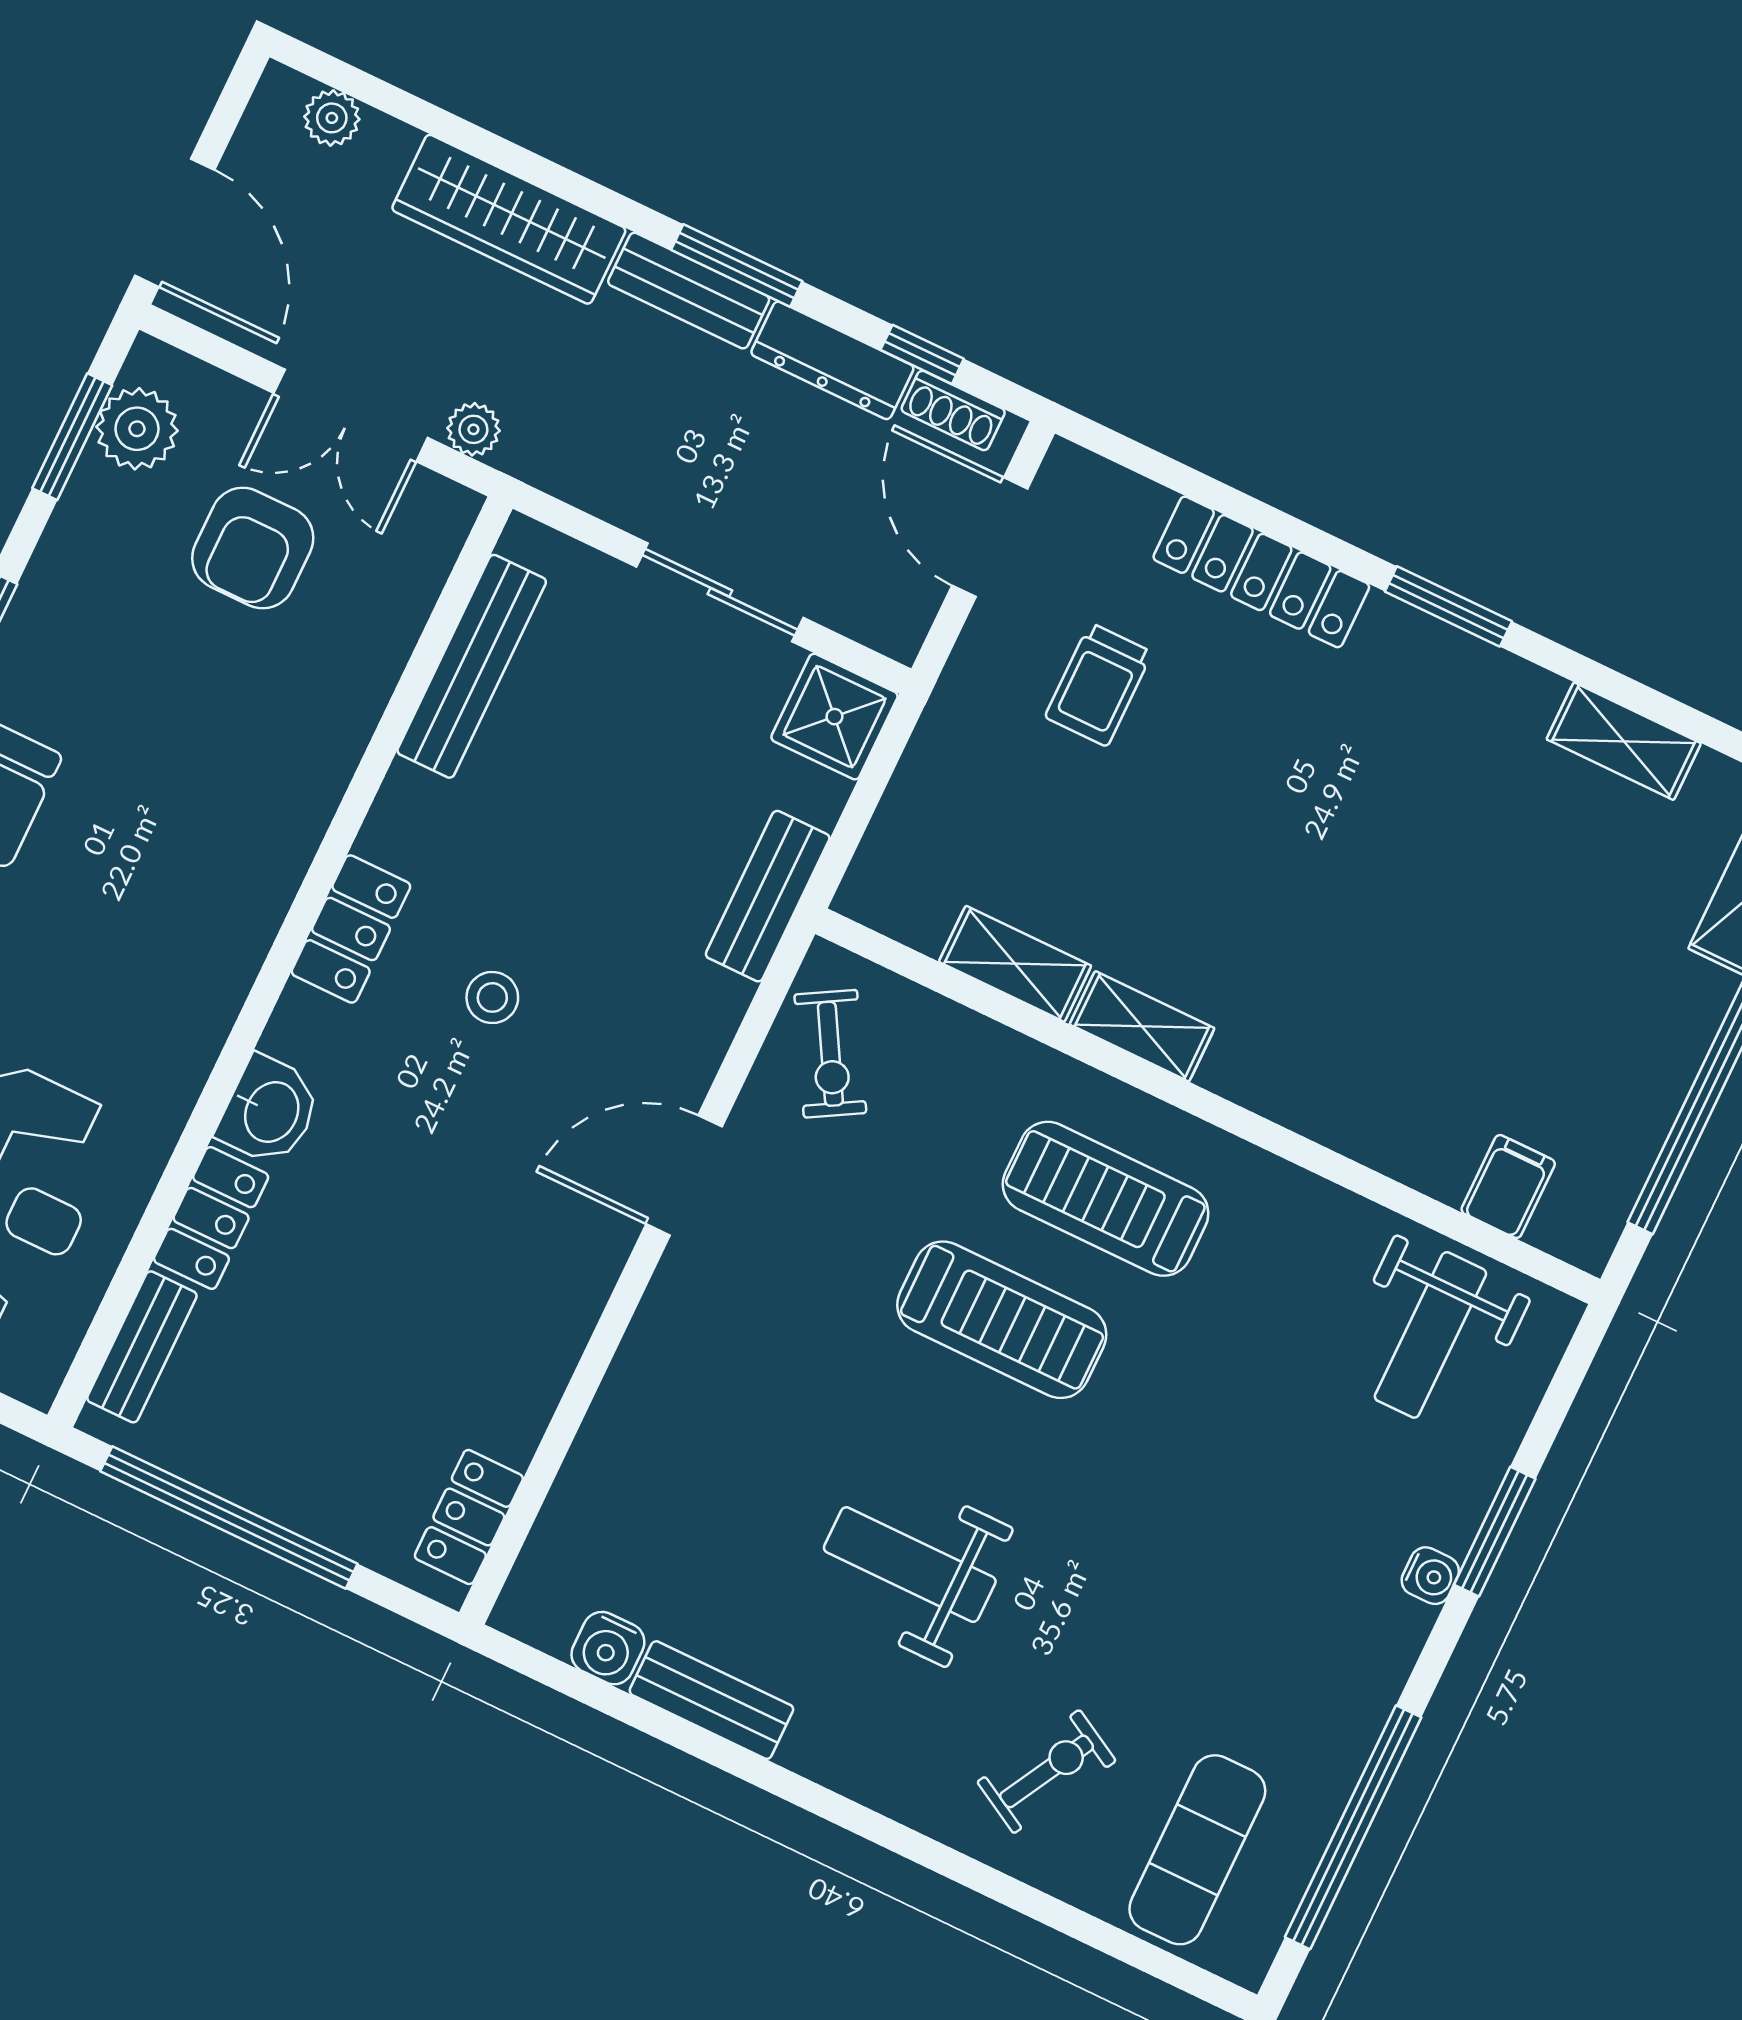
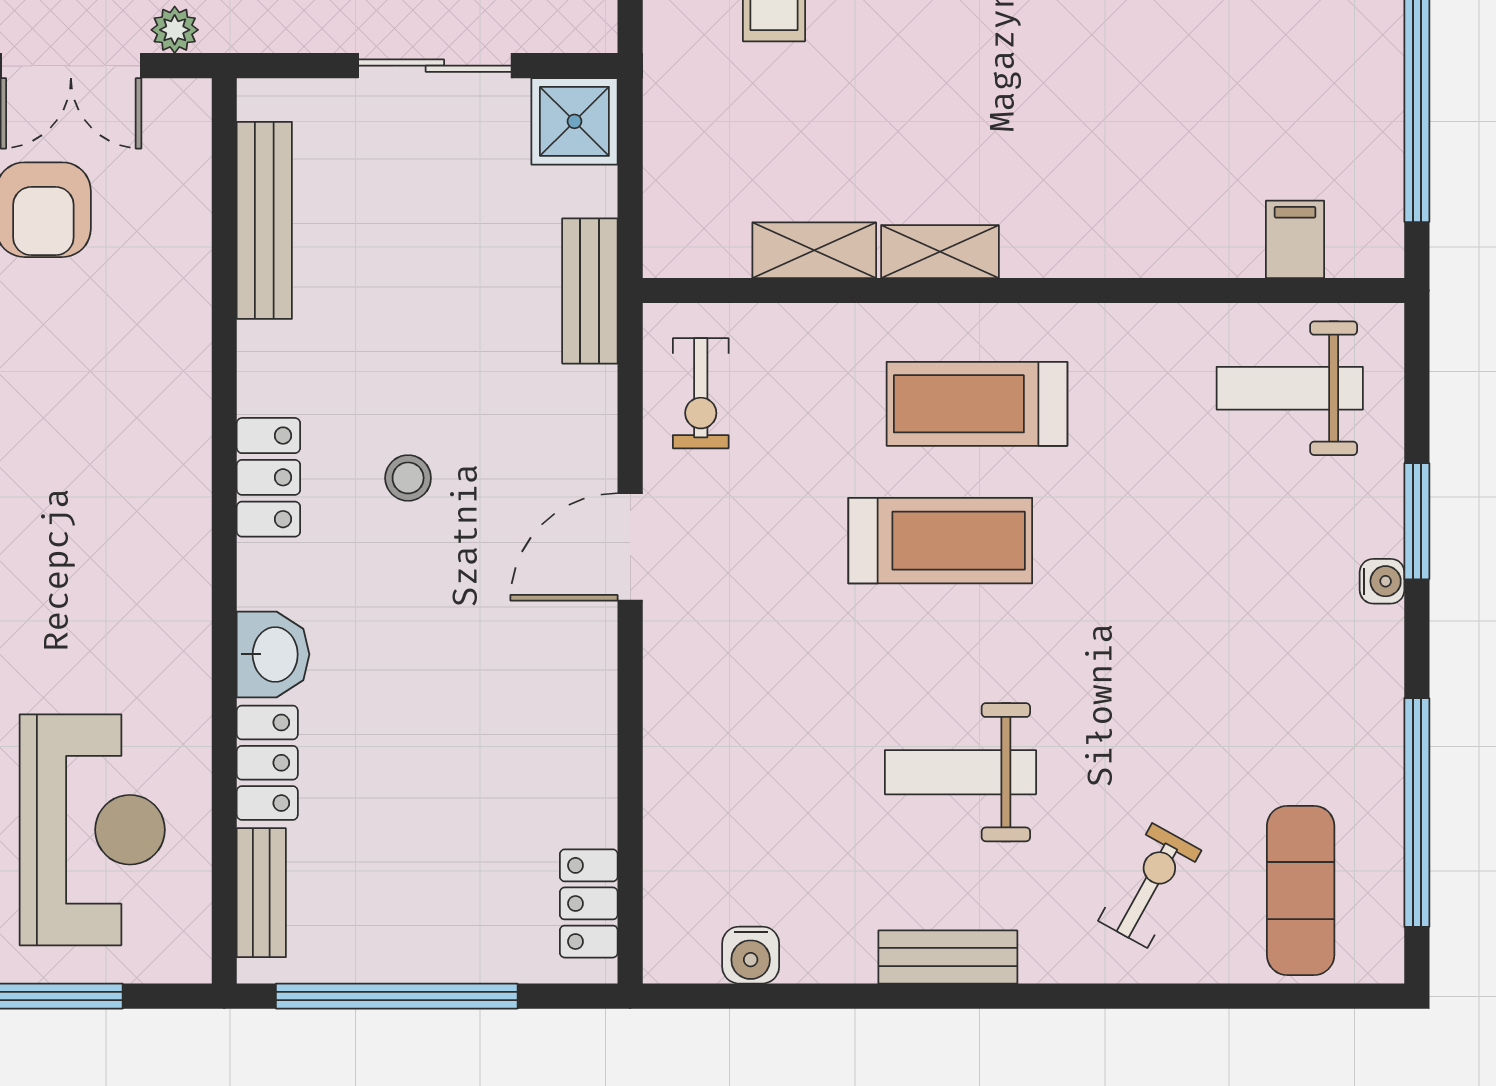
exercise bike: (830, 1054) -> (701, 393), turned 30
weight bench: (1430, 1335) -> (1290, 388), turned 90
bench: (711, 1700) -> (948, 957), moved

